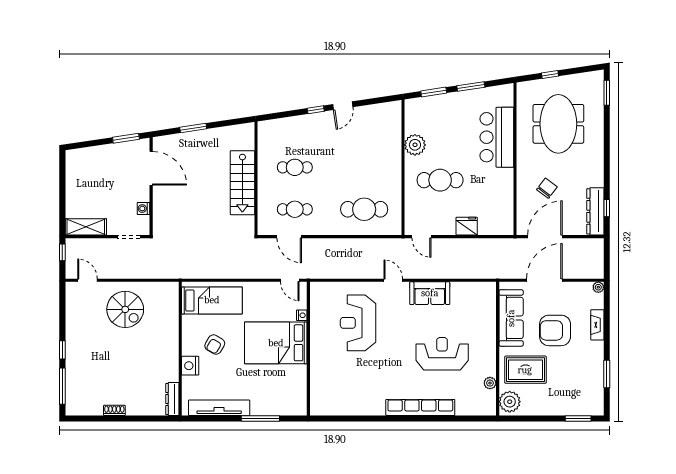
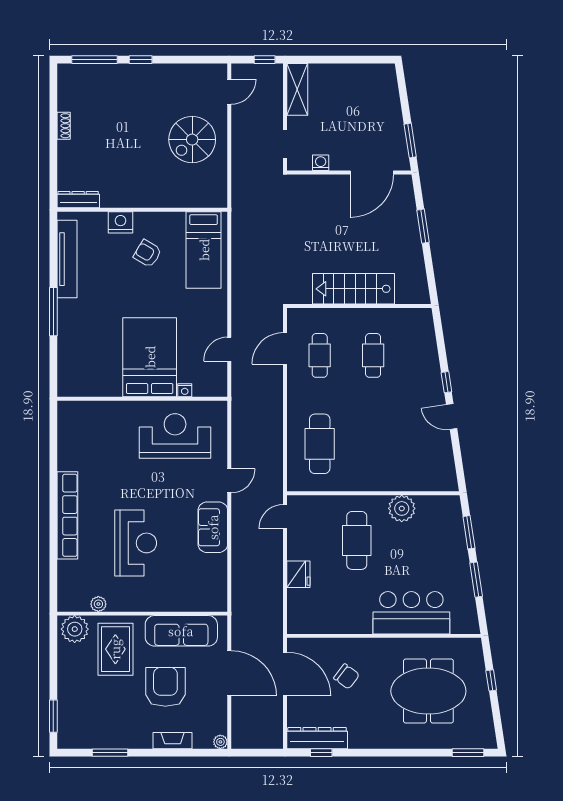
nightstand: (302, 315) -> (185, 390), moved
bed: (276, 343) -> (150, 357), moved
wall: (308, 349) -> (142, 399), moved

